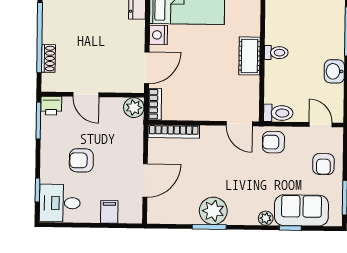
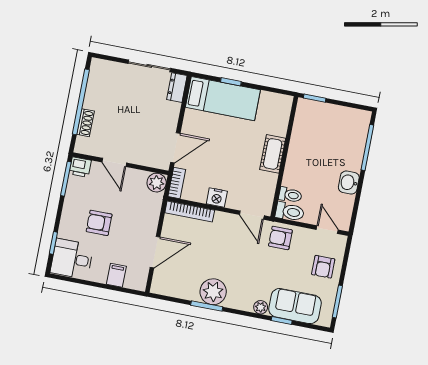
nightstand: (158, 35) -> (217, 198), moved, turned -90
toilet: (276, 53) -> (290, 195), moved

